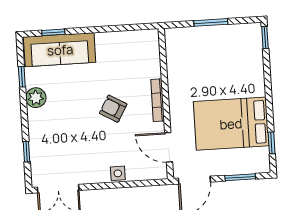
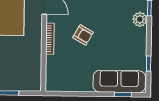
plant: (36, 98) -> (140, 19), moved

